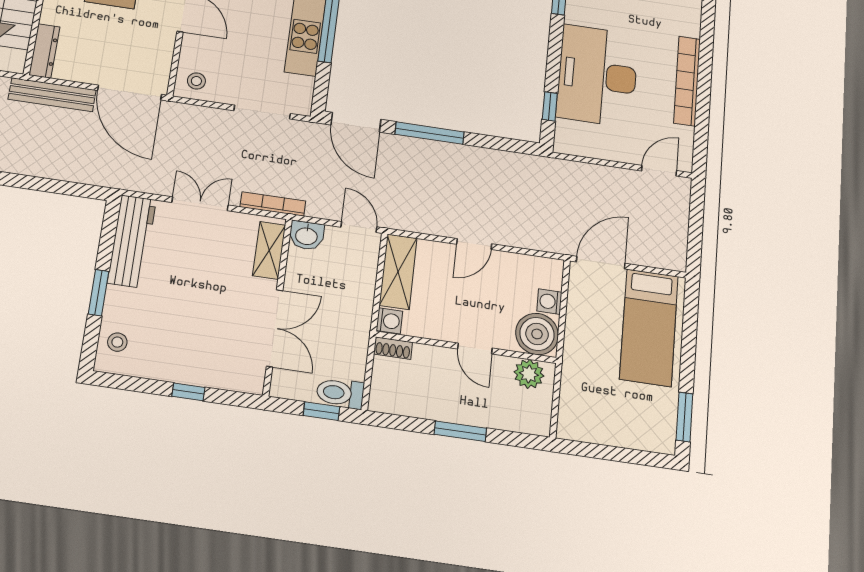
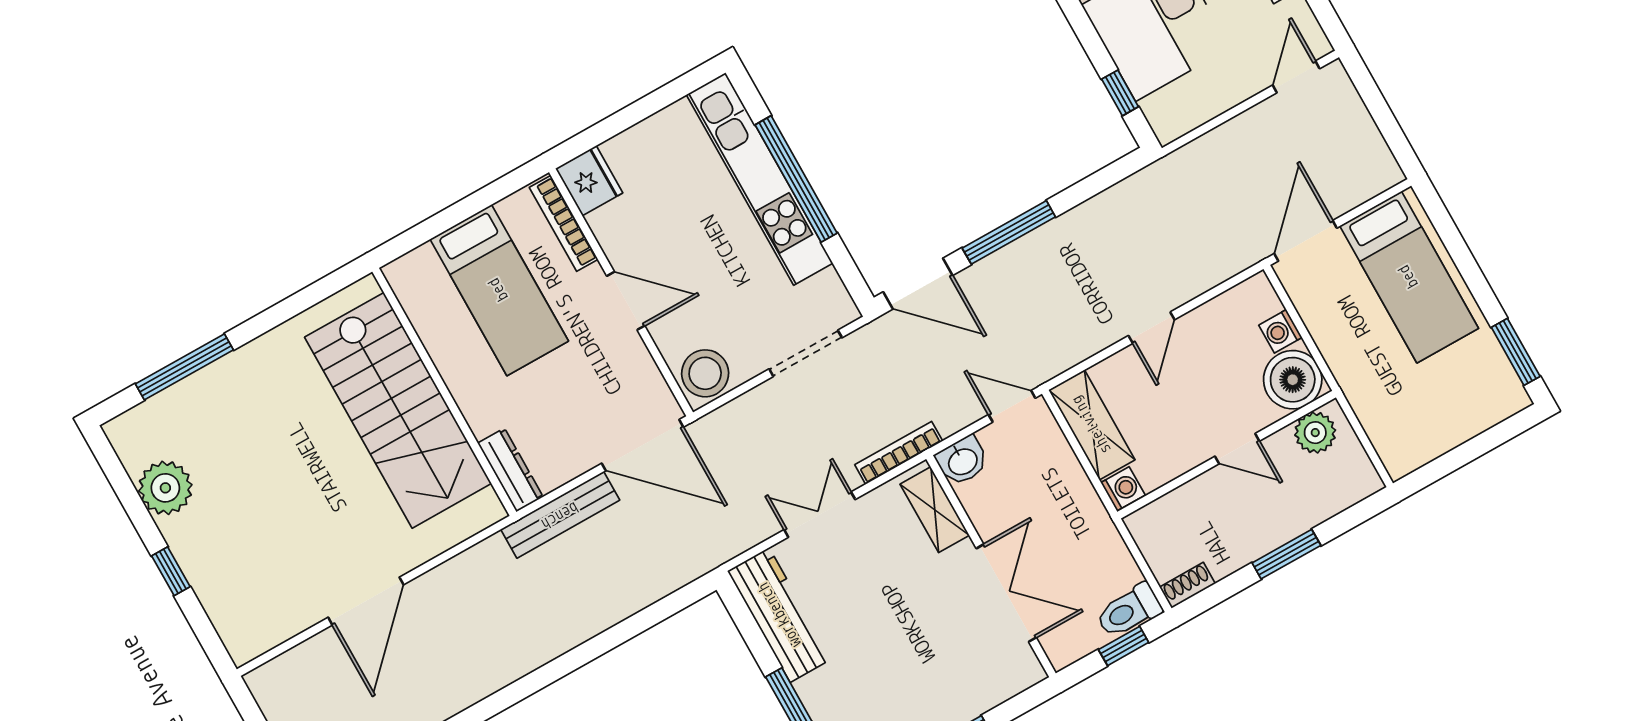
stool: (196, 81) -> (705, 373), width x1.89, depth x1.89
shoe rack: (393, 348) -> (1187, 585), moved, turned 180

